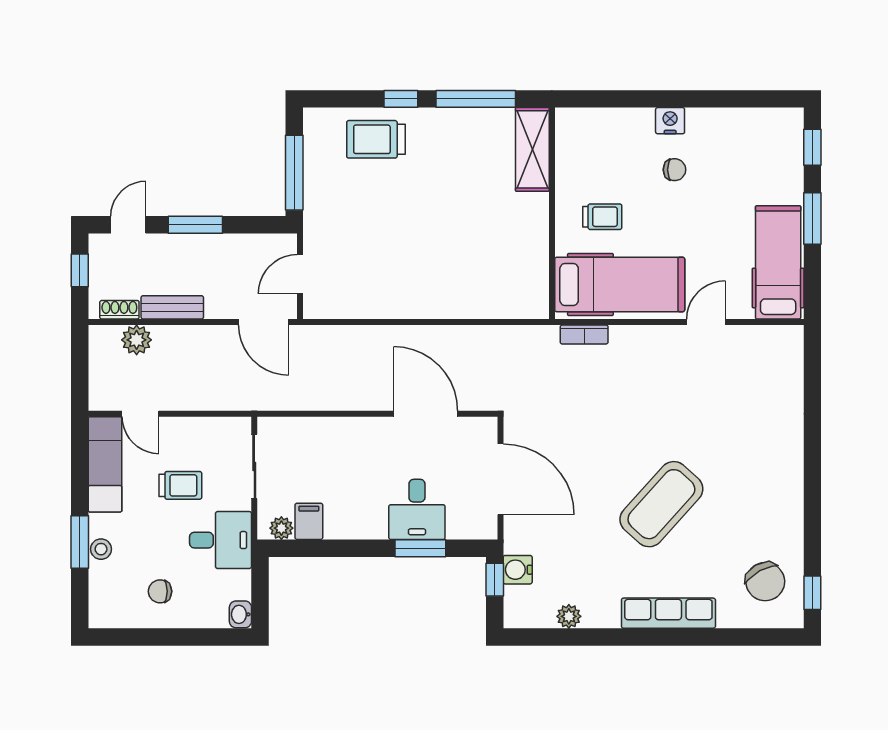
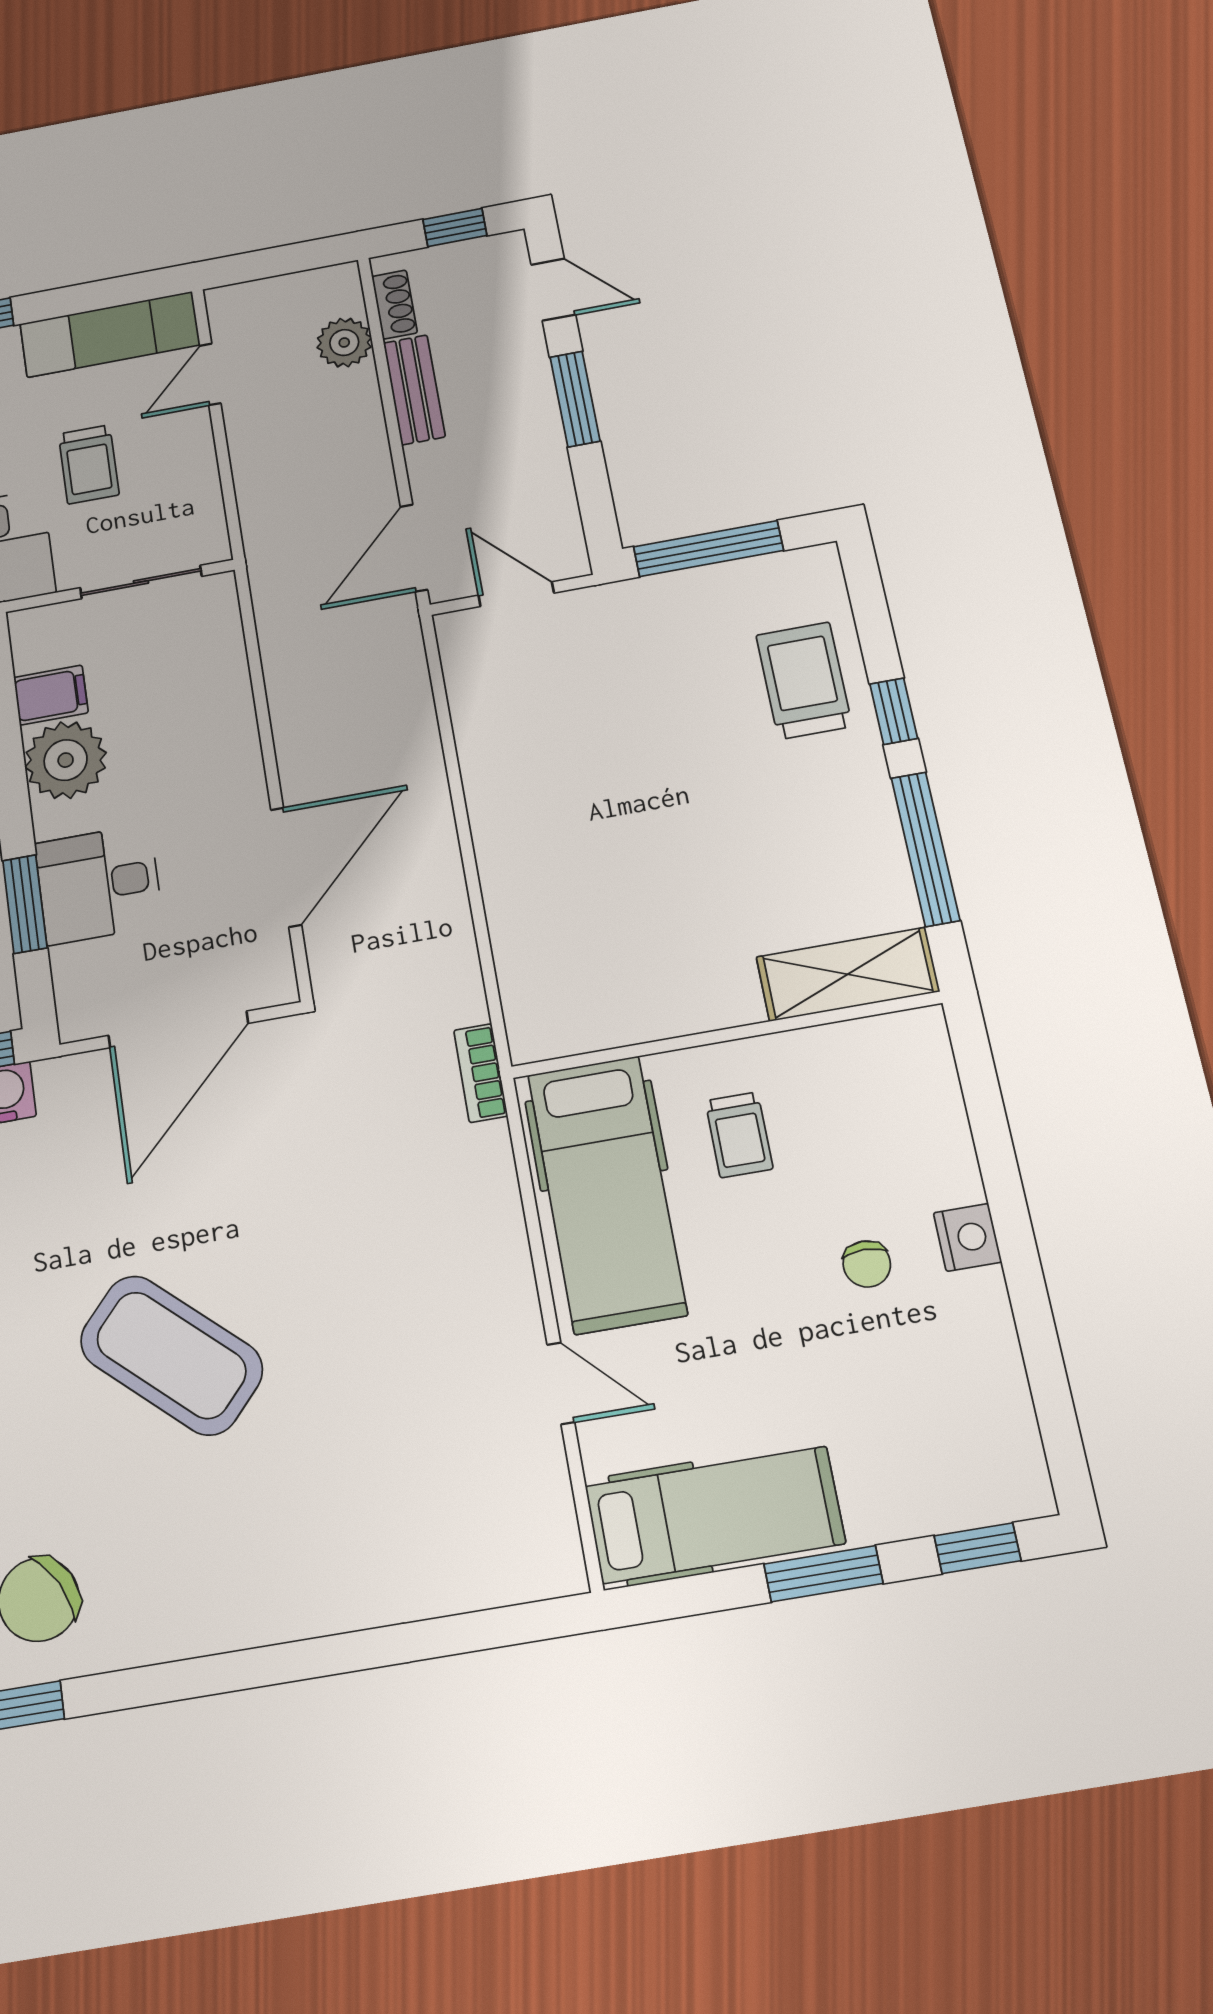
bookcase: (584, 334) -> (481, 1073), moved
plant: (281, 528) -> (66, 760), moved, width x1.88, depth x1.88

